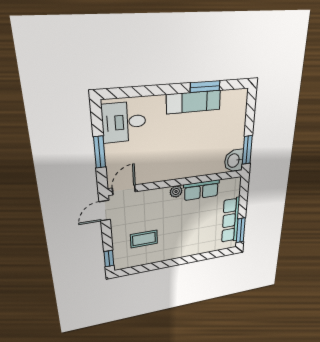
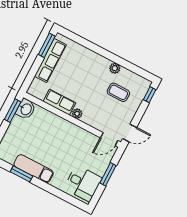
plant: (162, 256) -> (115, 68), added

